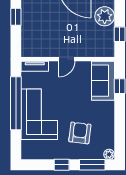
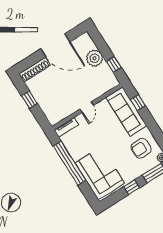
sofa: (103, 81) -> (126, 112), width x1.36
corner sofa: (39, 114) -> (100, 173), moved
armchair: (80, 133) -> (141, 148), moved, turned -97

